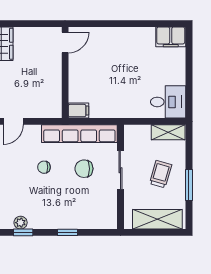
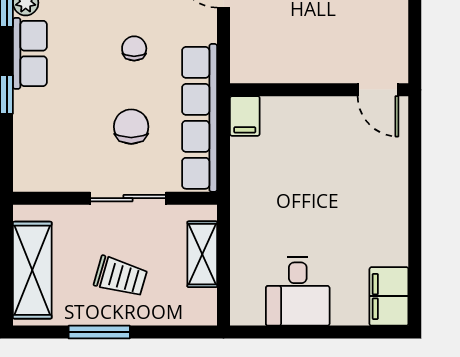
desk: (168, 102) -> (298, 291), moved
shelving: (168, 132) -> (202, 254), moved
row of seats: (46, 220) -> (30, 53), added

